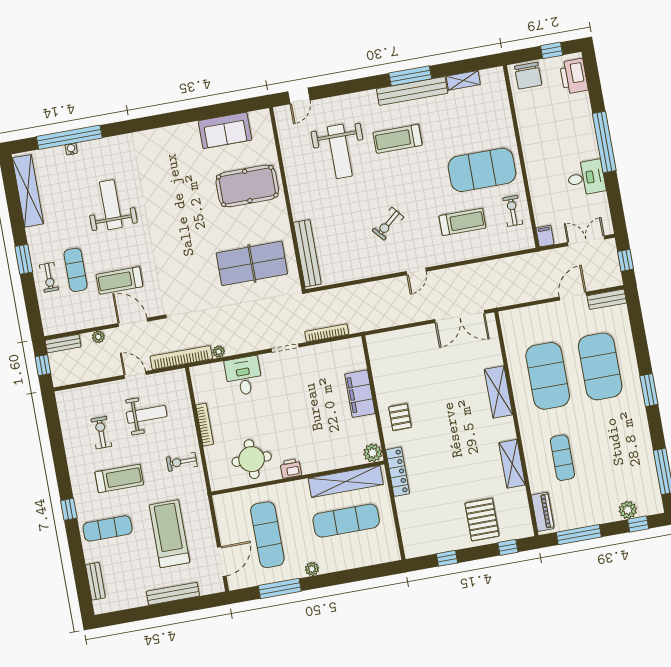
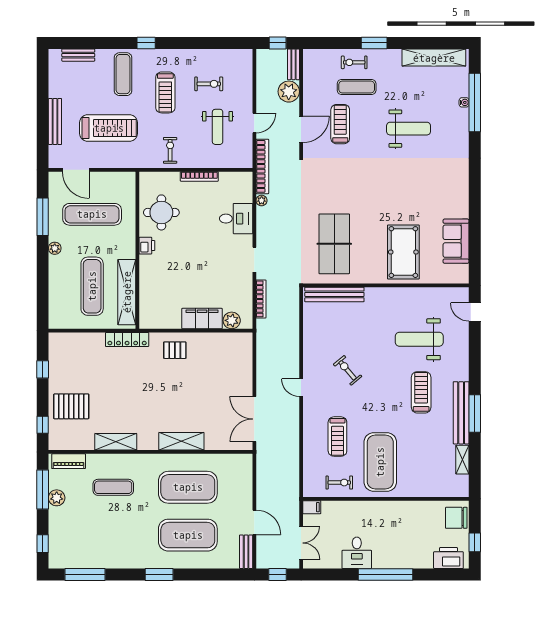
plant: (98, 337) -> (289, 92), width x1.87, depth x1.87
plant: (373, 453) -> (232, 320), moved
plant: (628, 510) -> (57, 498), moved

